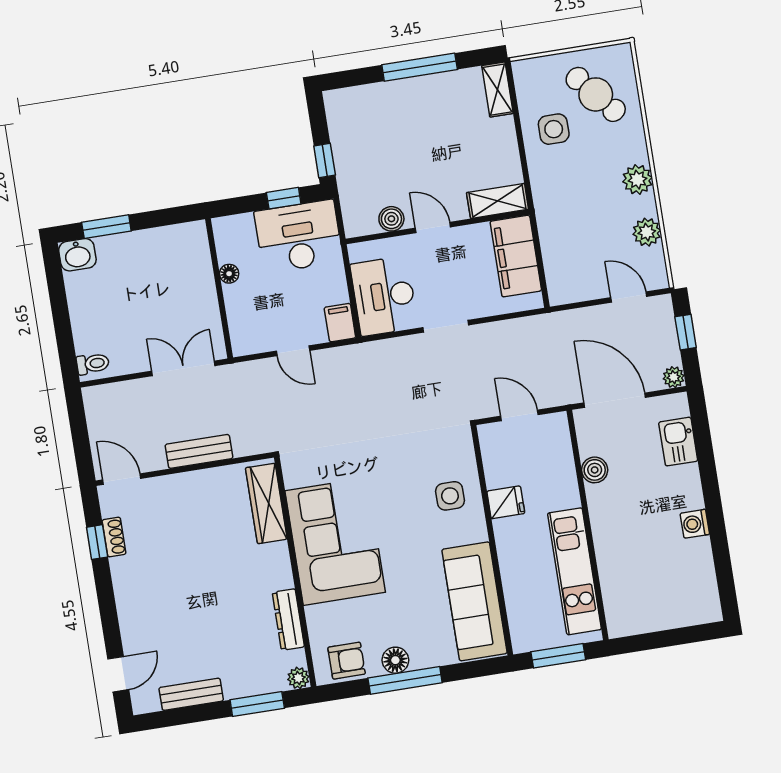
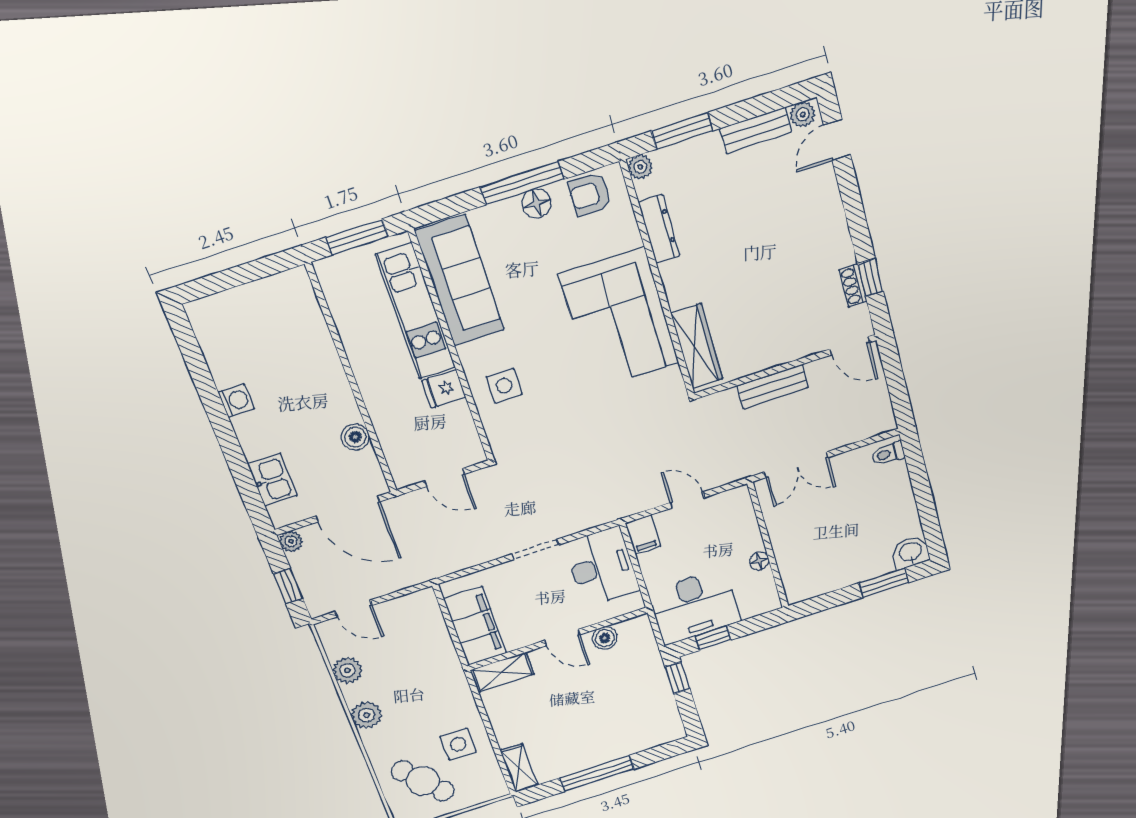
kitchen unit: (574, 571) -> (416, 312), moved, turned 180
plant: (148, 702) -> (803, 114), added

